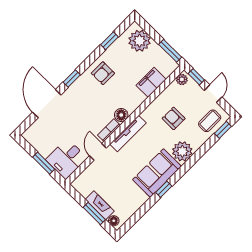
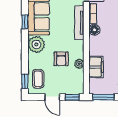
plant: (182, 79) -> (79, 64), moved
armchair: (174, 118) -> (61, 59), turned 90
window: (164, 189) -> (25, 22), moved

